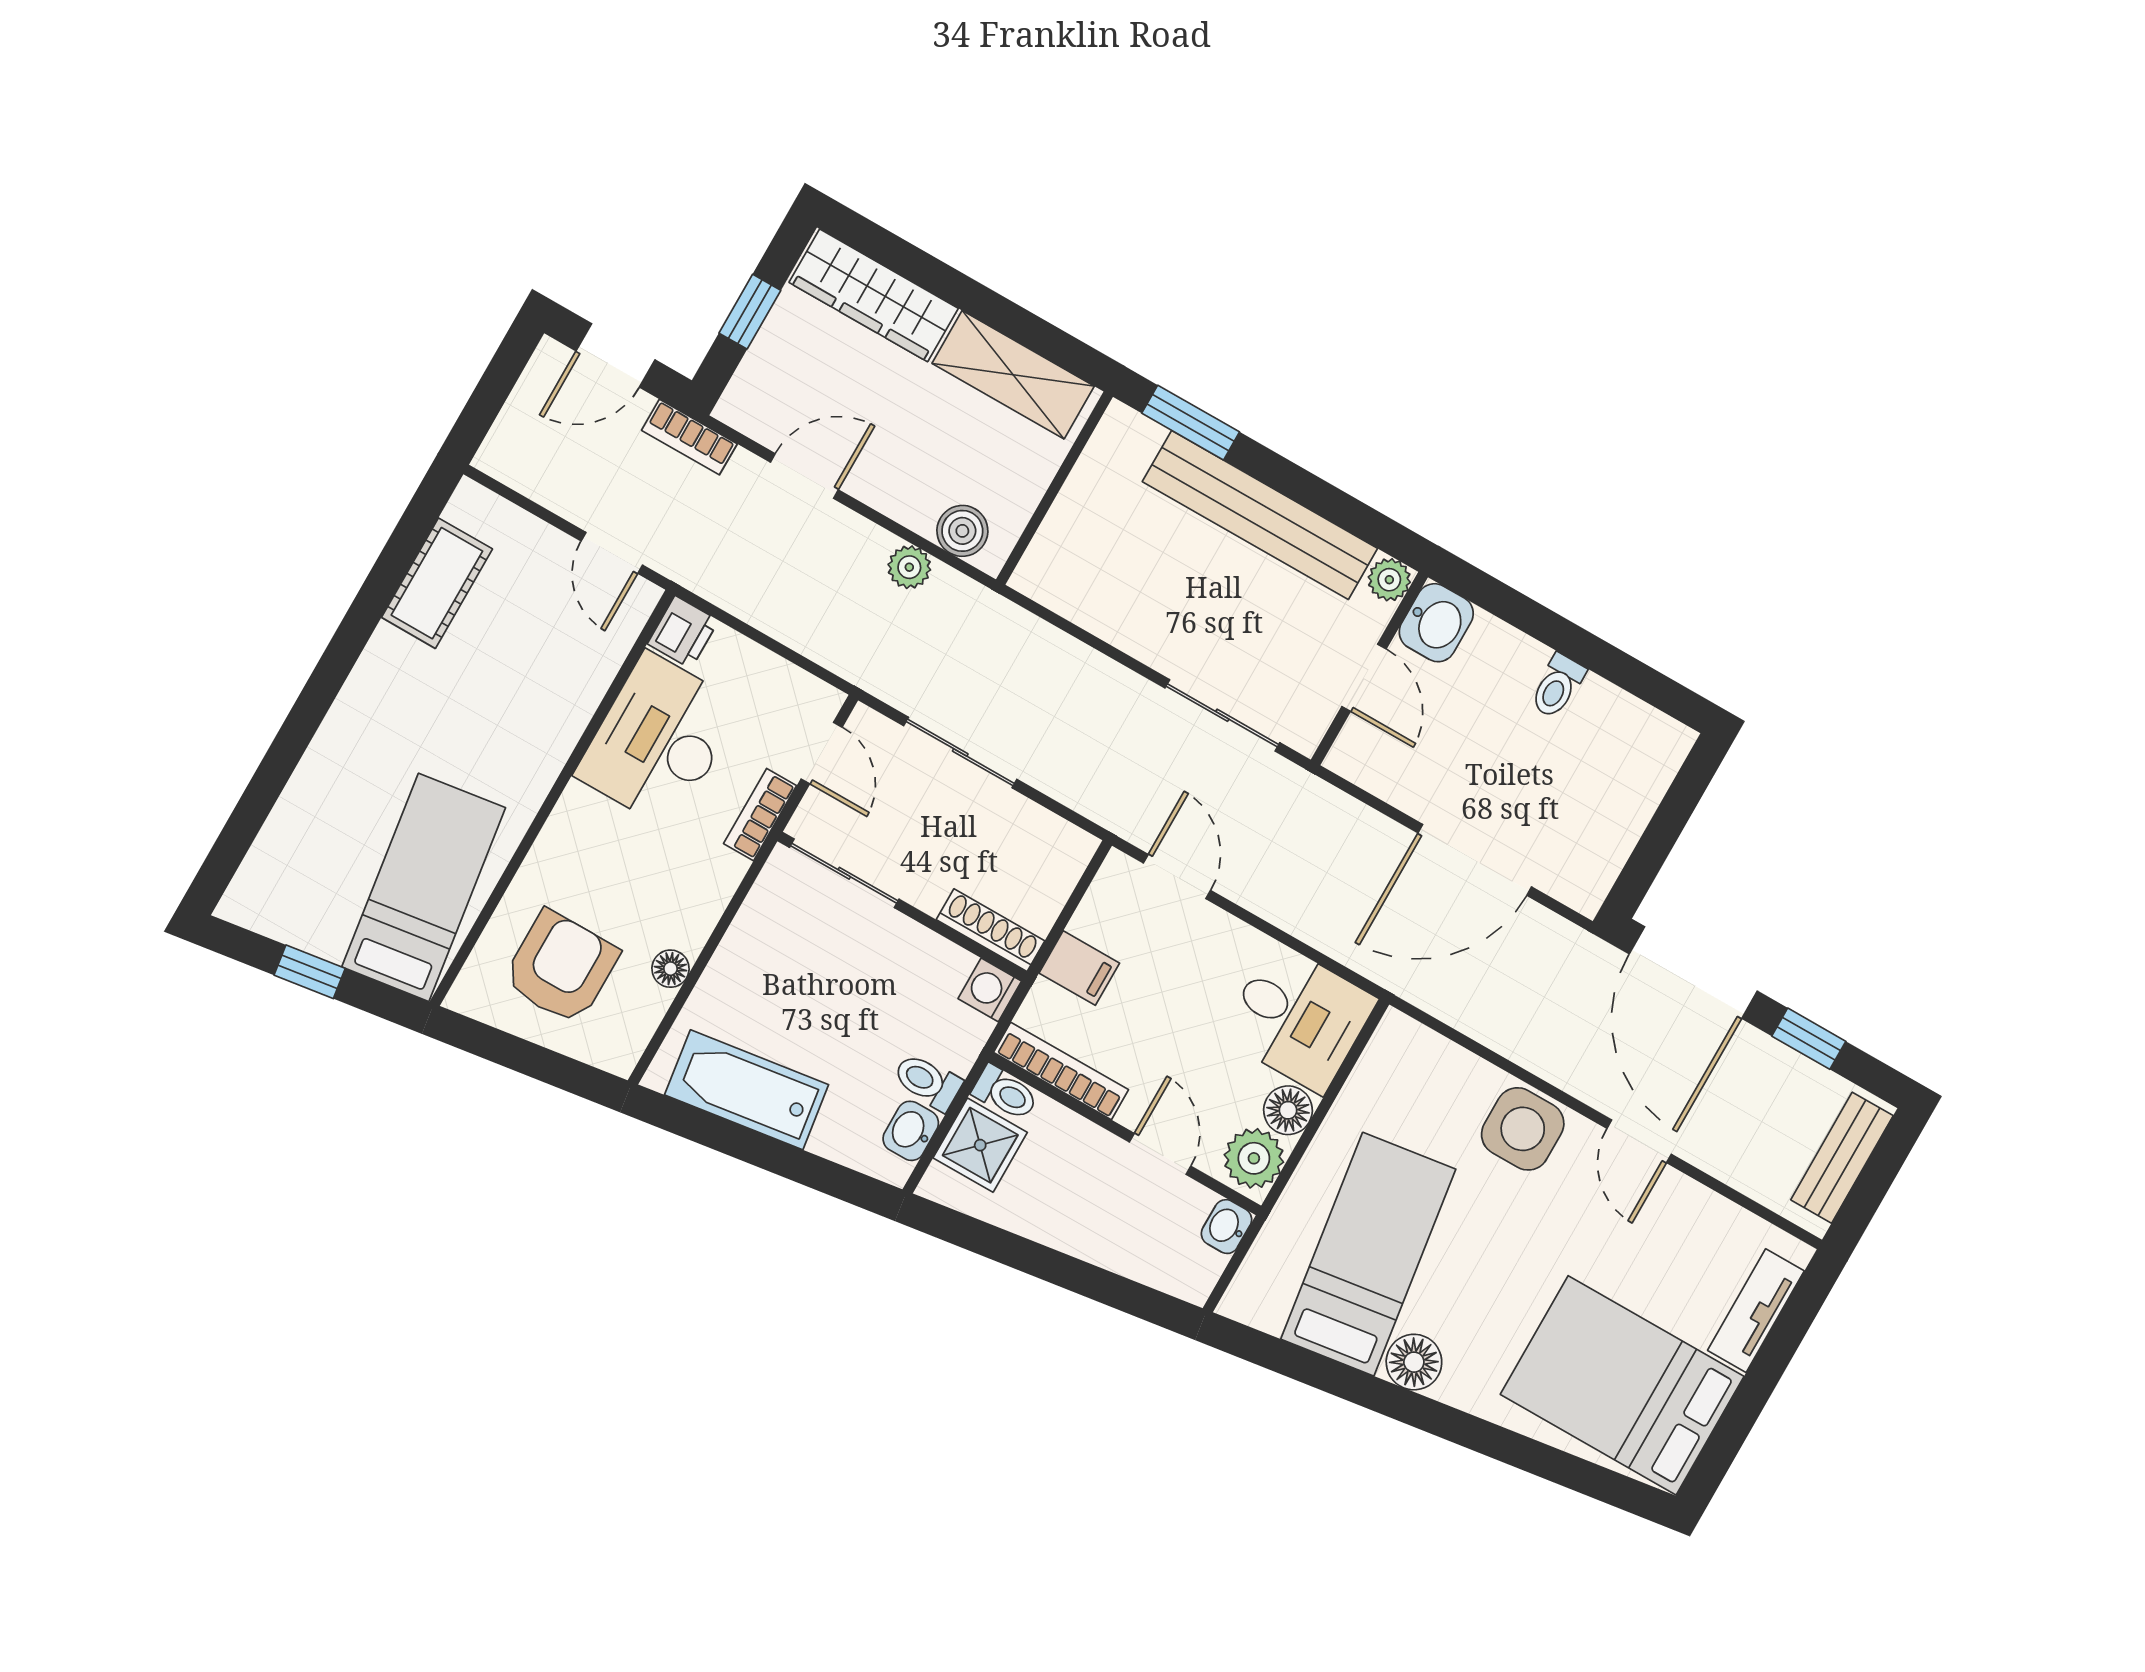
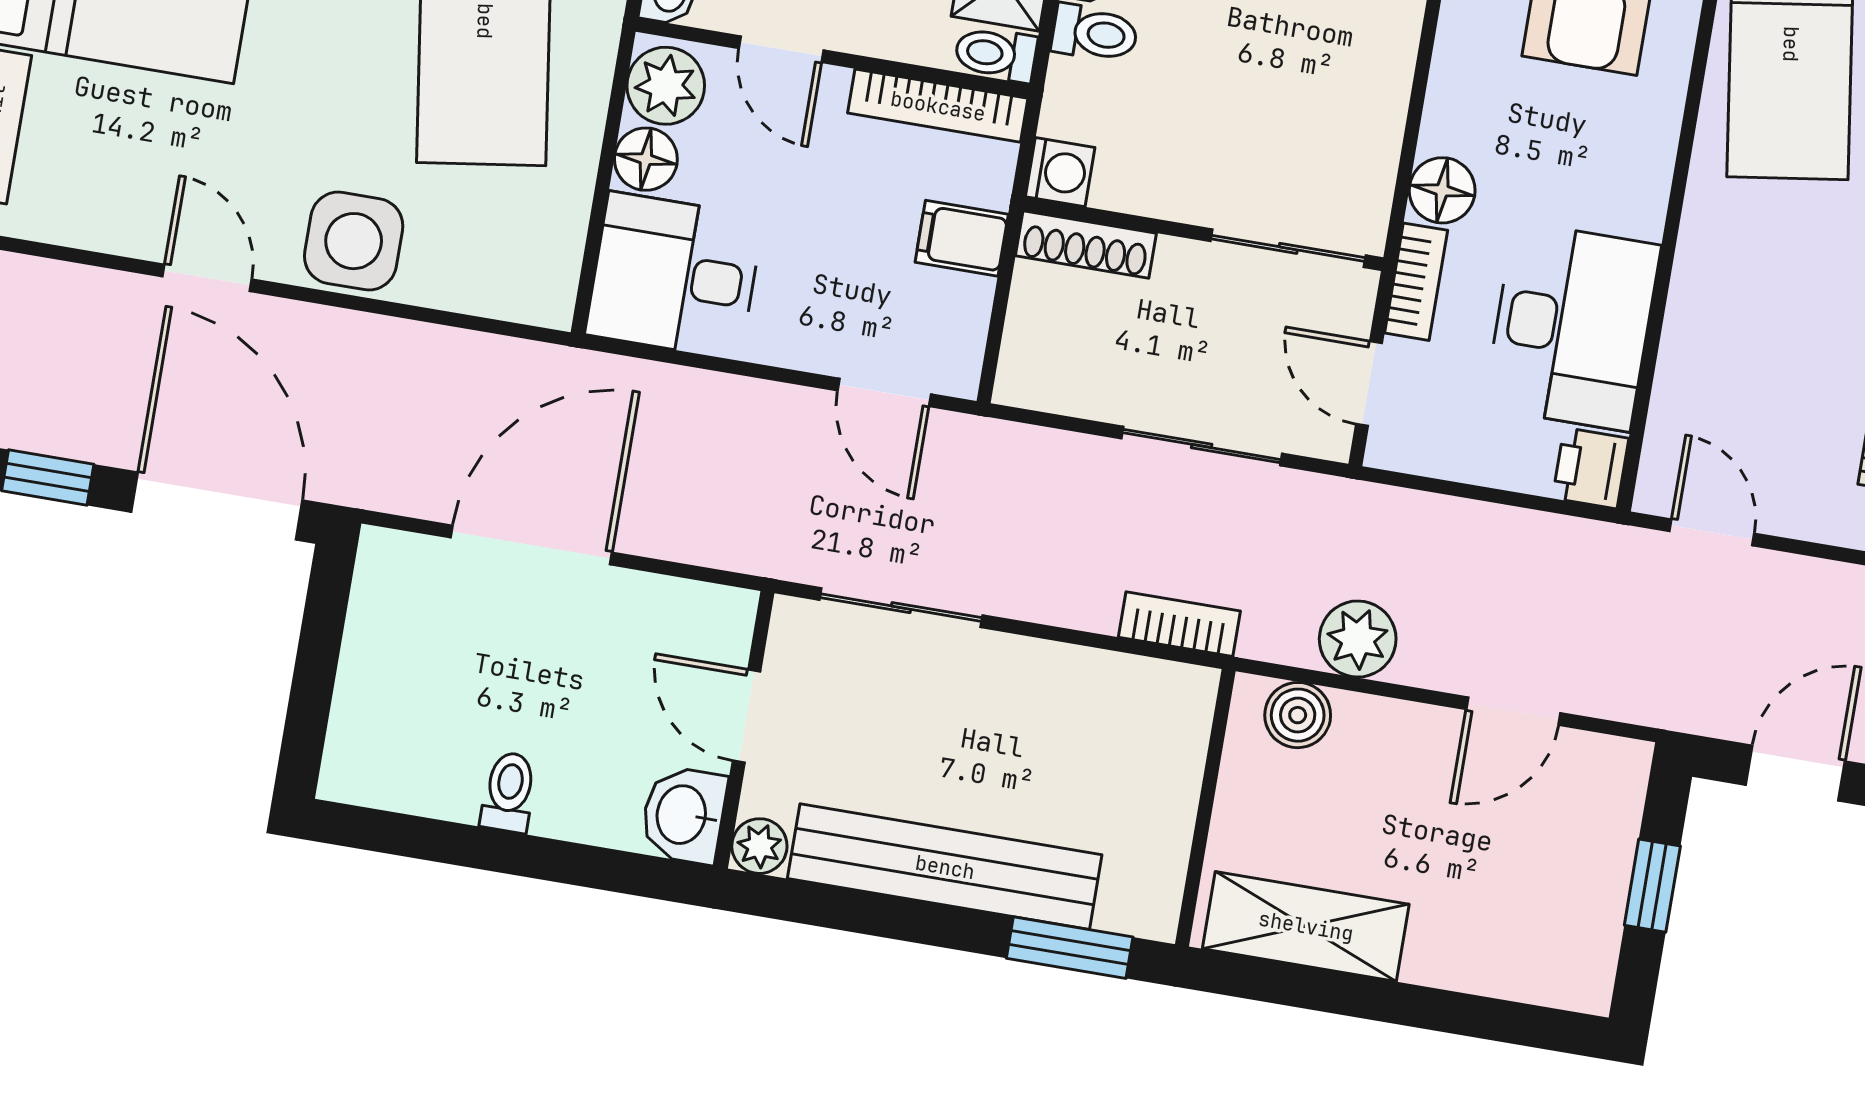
wardrobe: (874, 295) -> (1510, 960), removed
bookcase: (689, 437) -> (1179, 624), moved
plant: (909, 567) -> (1358, 639), width x1.38, depth x1.38
floor lamp: (670, 969) -> (1442, 190), moved, width x1.37, depth x1.37

